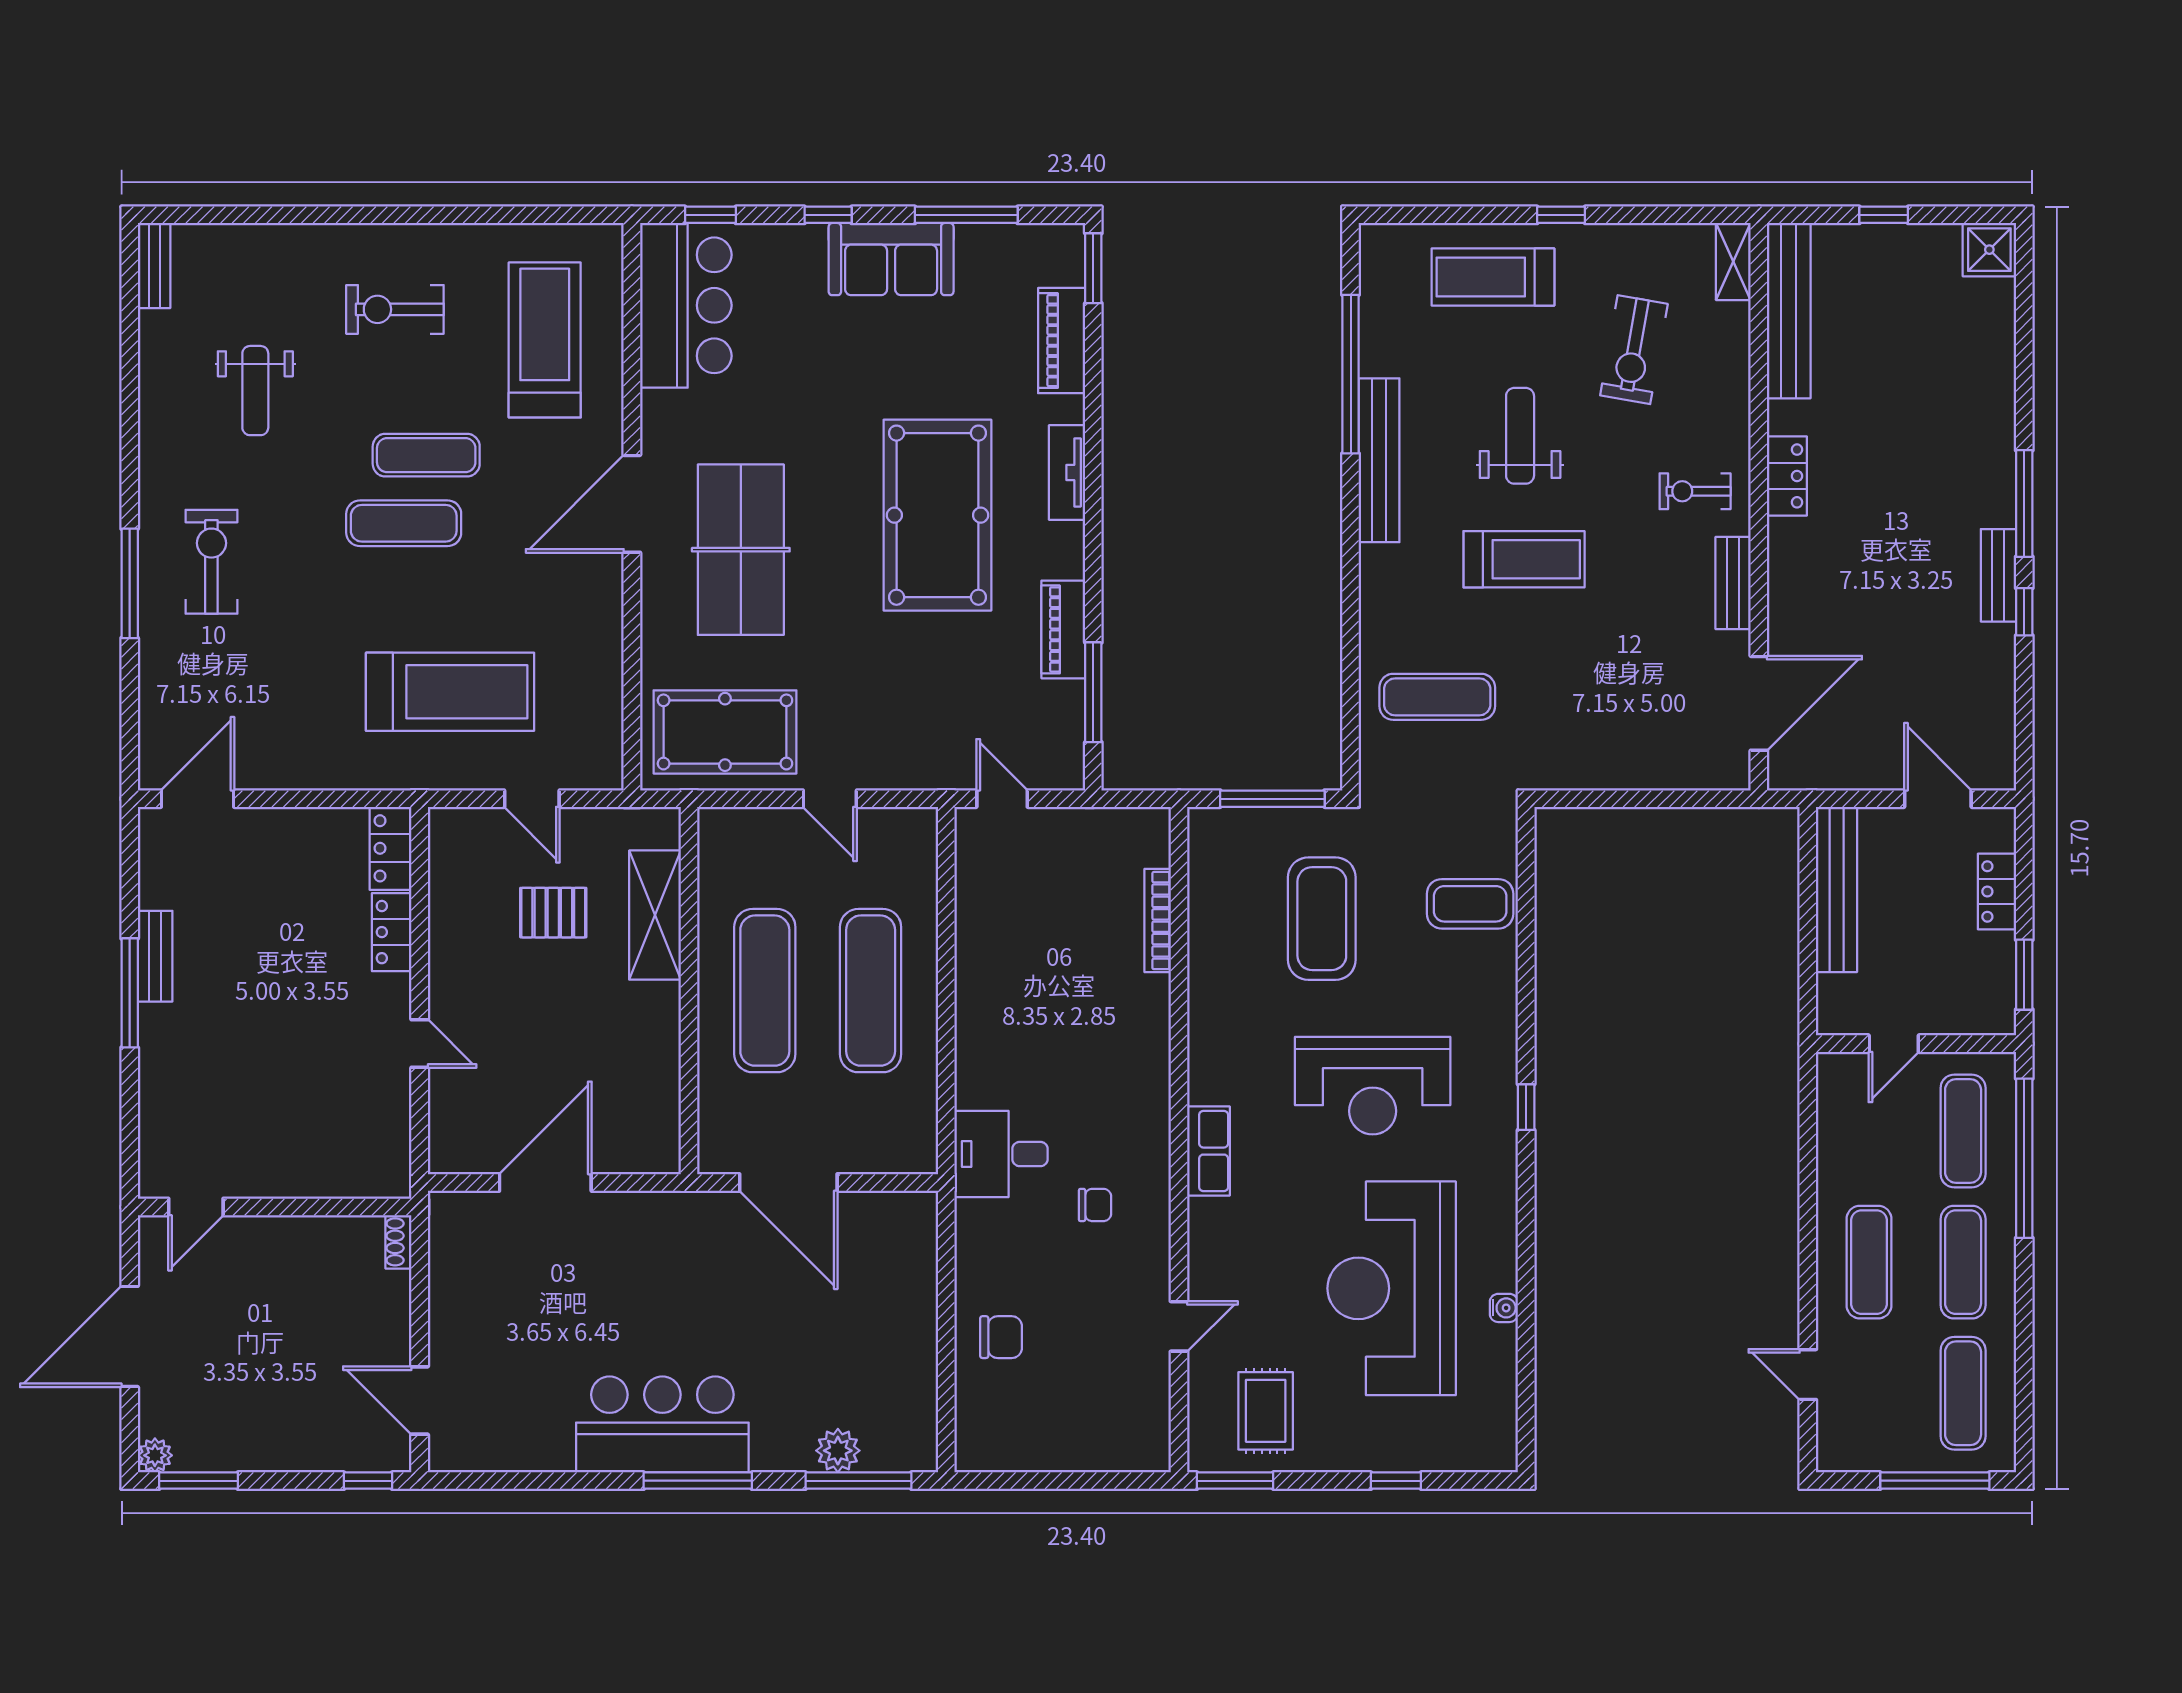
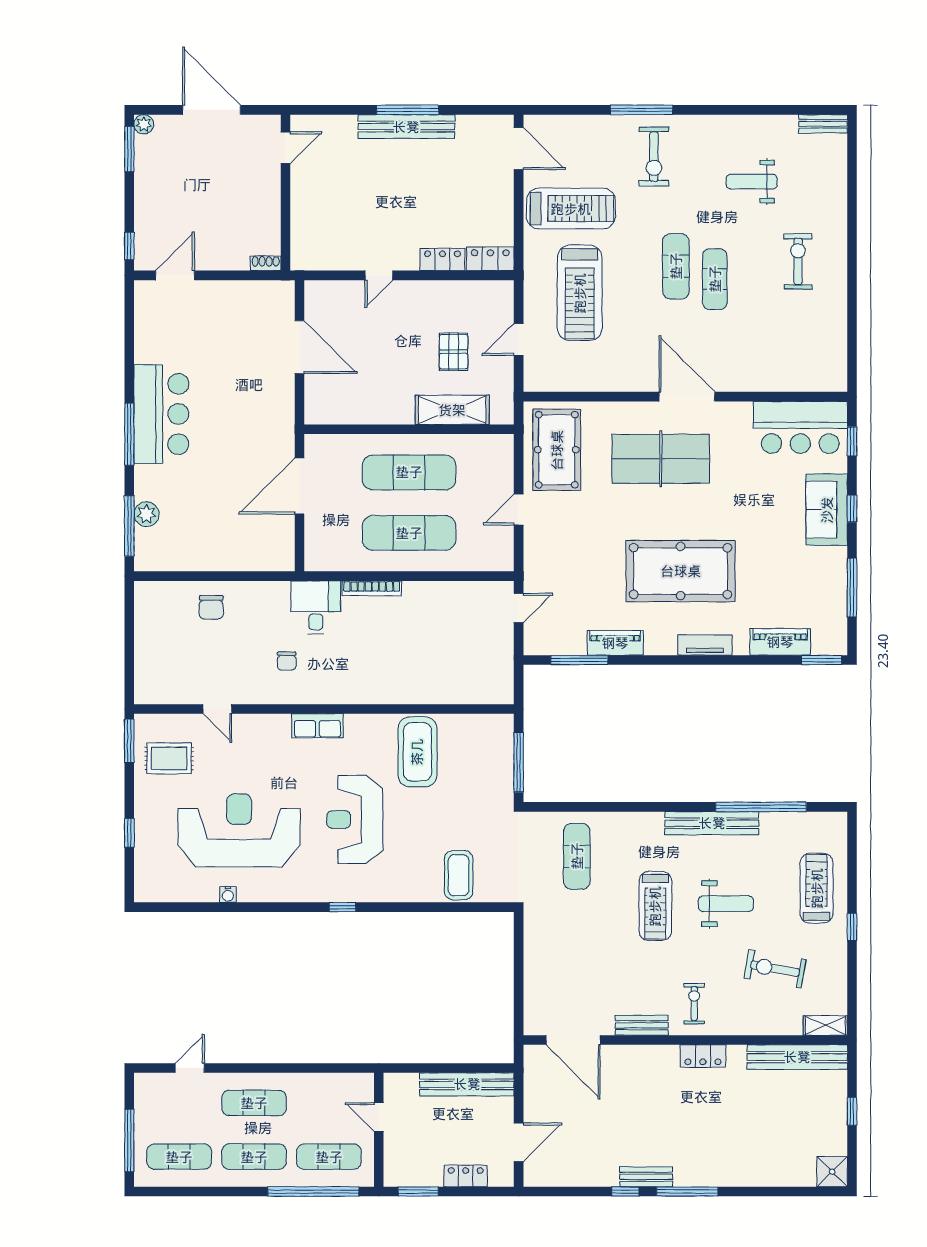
sofa: (891, 259) -> (827, 510), moved
treadmill: (545, 340) -> (571, 209), moved
exercise bike: (211, 562) -> (654, 157), turned 90
coffee table: (1322, 919) -> (417, 752), moved, turned 90
bookcase: (1158, 921) -> (372, 588), moved, turned 180
bench: (155, 956) -> (406, 127), width x1.86, depth x1.21
door: (196, 1207) -> (286, 148), swing flipped

